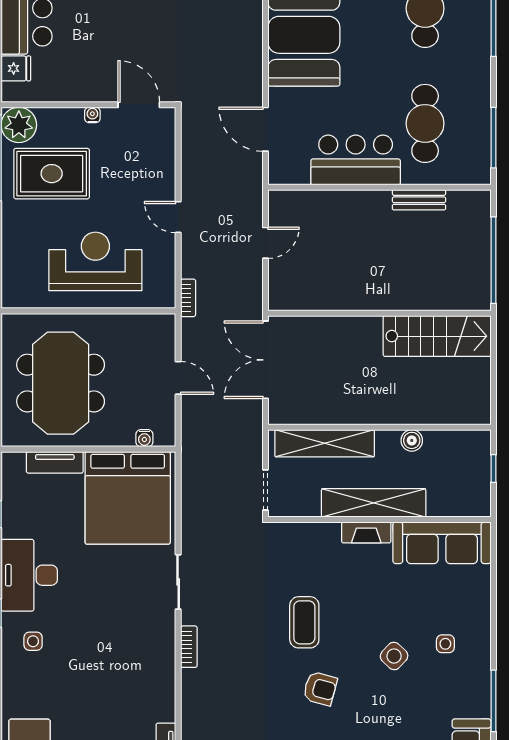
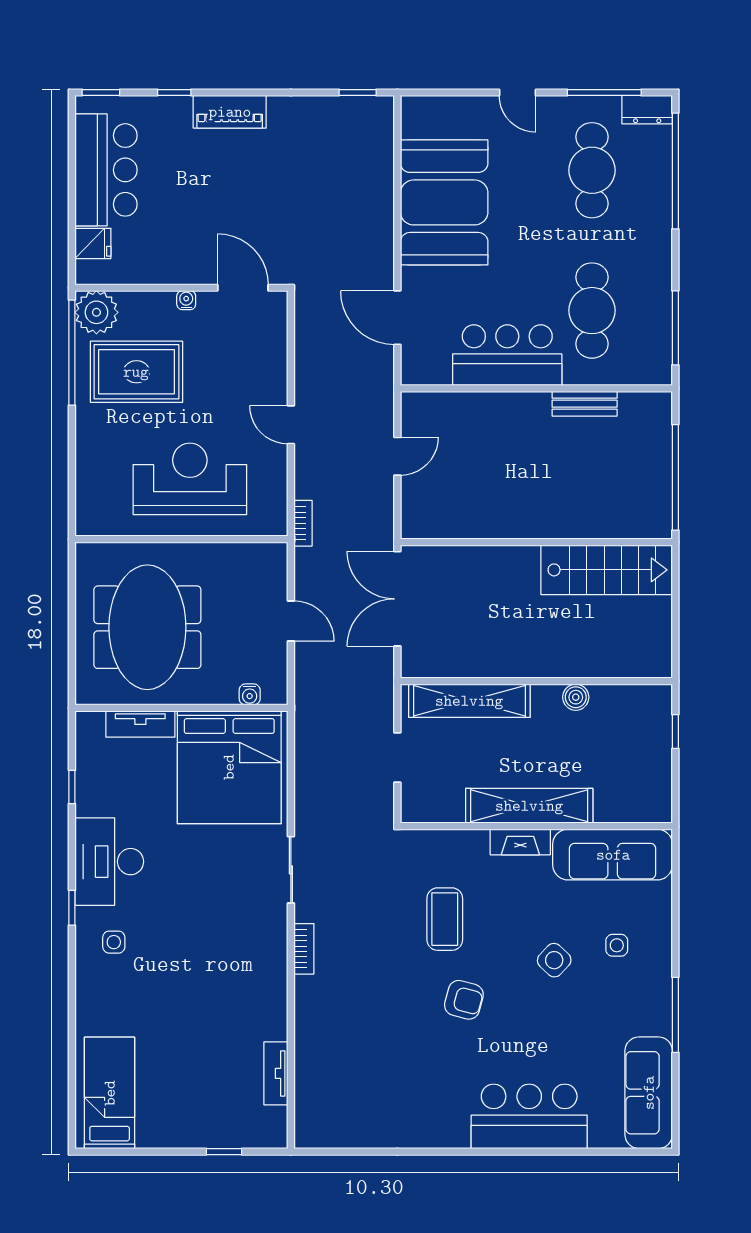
shelving: (374, 503) -> (529, 806), moved
wall: (379, 519) -> (536, 826), moved
fireplace: (366, 532) -> (520, 842), moved
sofa: (442, 543) -> (613, 855), moved

